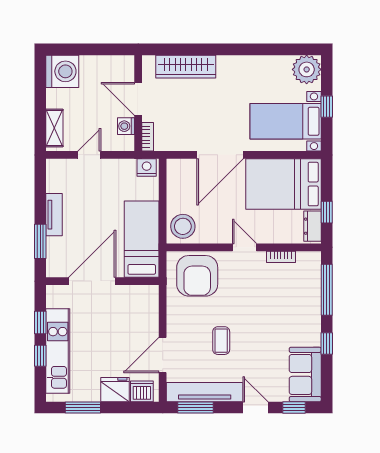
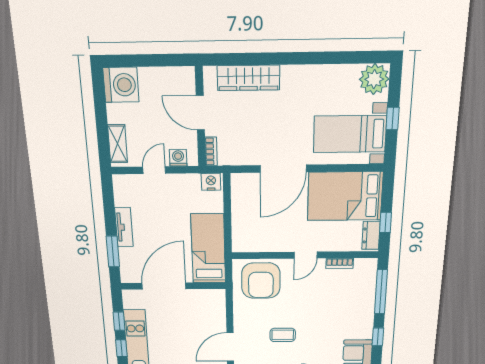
washing machine: (126, 126) -> (178, 158), moved, turned 90
stool: (183, 226) -> (247, 237), removed
door: (245, 247) -> (306, 255), swing flipped
coffee table: (221, 341) -> (283, 335), turned 90

